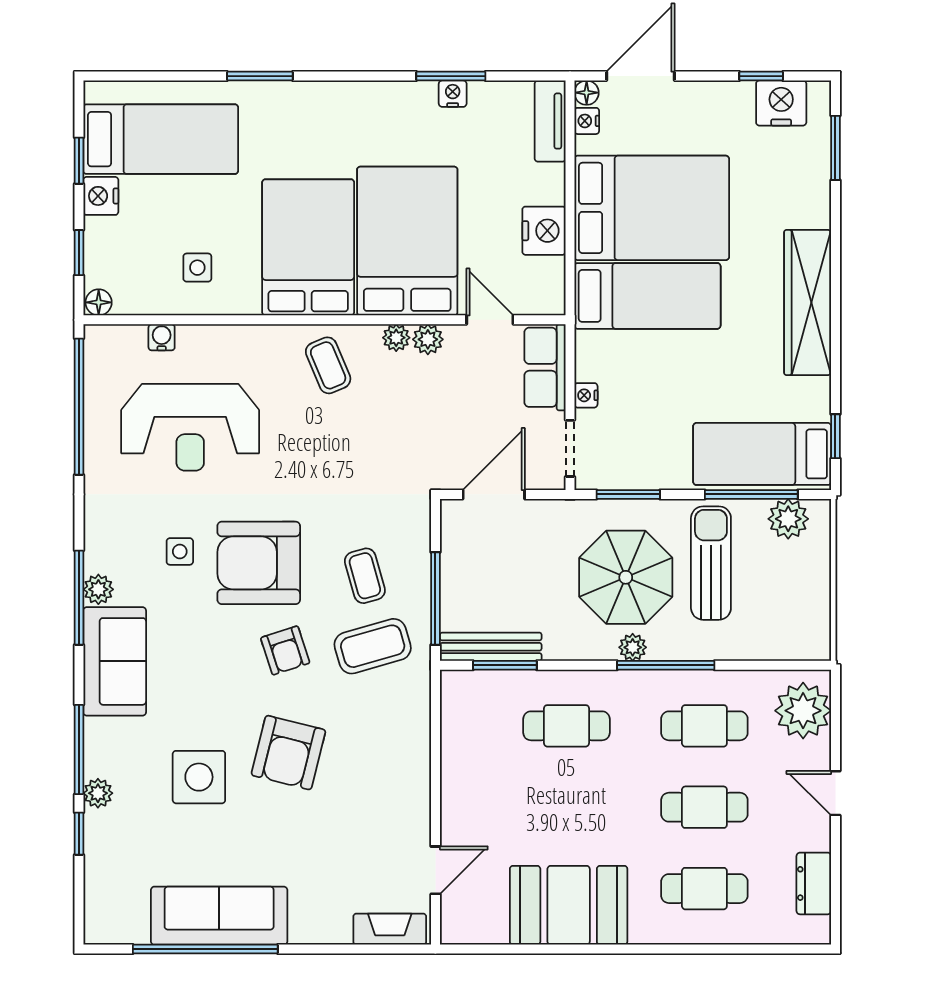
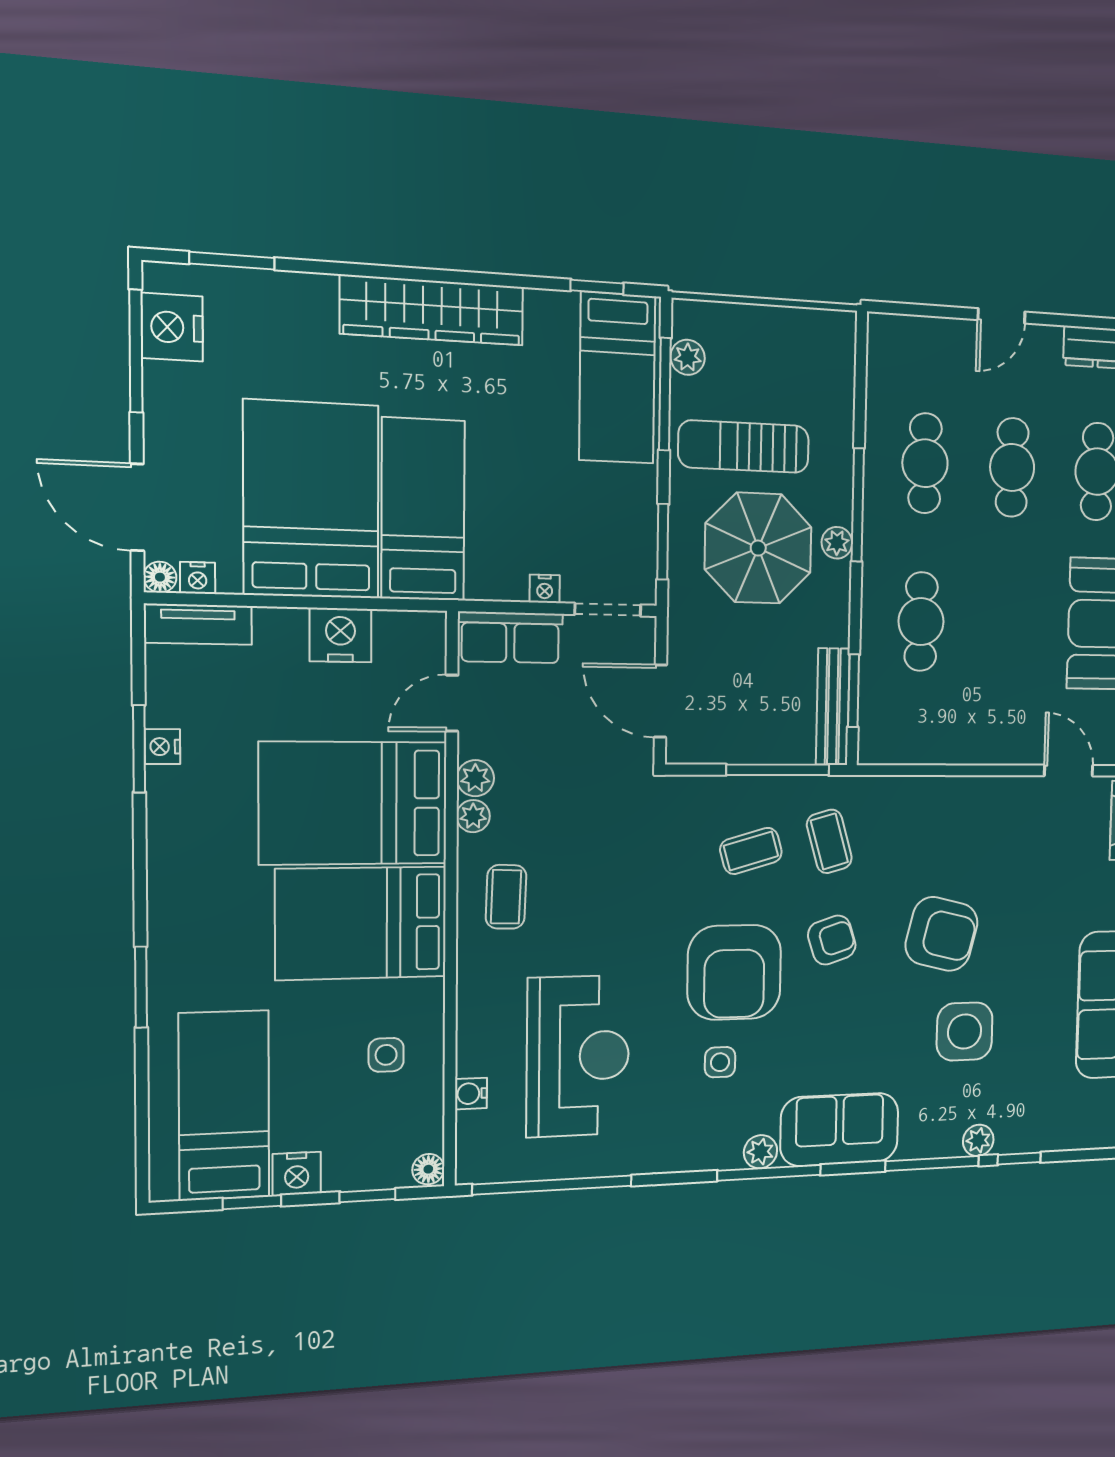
window: (761, 76) -> (136, 351), width x2.17
coffee table: (328, 365) -> (506, 897), turned -65
plant: (788, 519) -> (688, 357), width x0.73, depth x0.73
coffee table: (373, 646) -> (829, 841), width x0.73, depth x0.77
plant: (803, 711) -> (911, 348), removed

